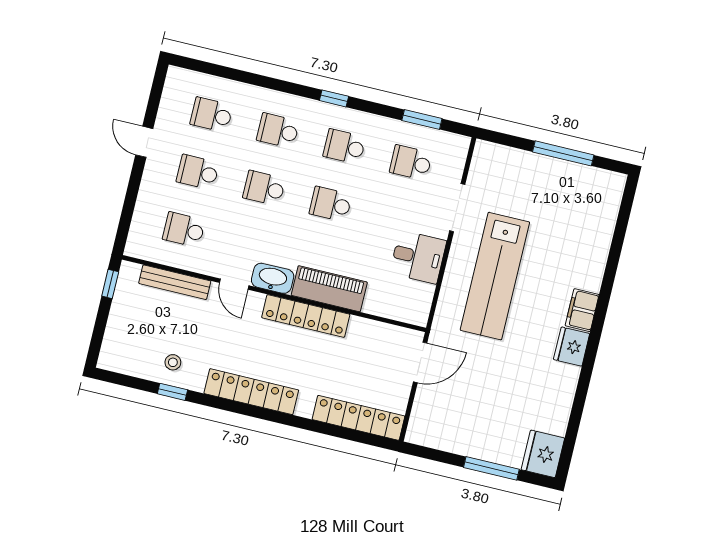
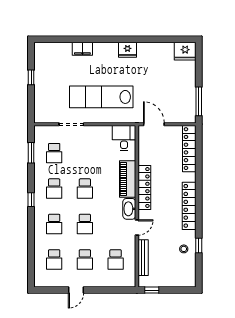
window: (563, 153) -> (31, 77), width x0.46
desk: (418, 257) -> (124, 138), moved
lab bench: (495, 276) -> (101, 97), turned 180
filing cabinet: (582, 310) -> (82, 49), moved
window: (491, 468) -> (199, 101), moved

